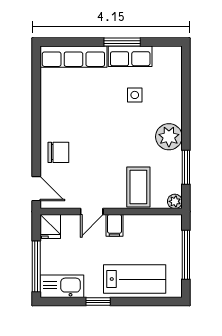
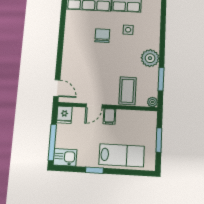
chair: (58, 152) -> (102, 36), moved, turned -90
window: (186, 255) -> (159, 140), width x0.69
kitchen sink: (62, 286) -> (65, 157), width x0.73

